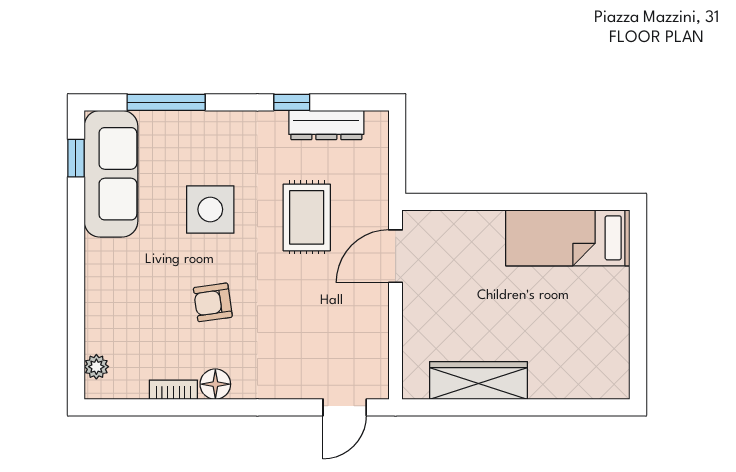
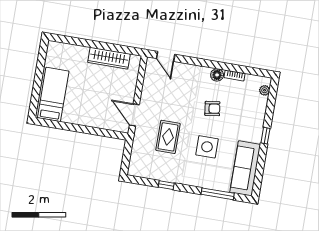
dresser: (326, 125) -> (154, 173), removed
window: (76, 158) -> (265, 136), moved
bed: (568, 238) -> (53, 94), moved, turned -90
door: (396, 256) -> (134, 115), swing flipped
door: (345, 407) -> (166, 56), swing flipped

